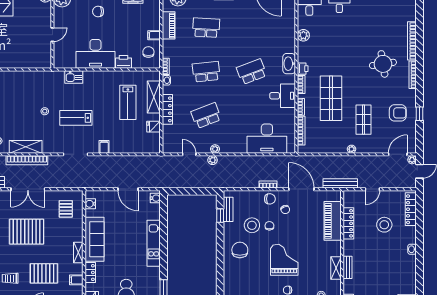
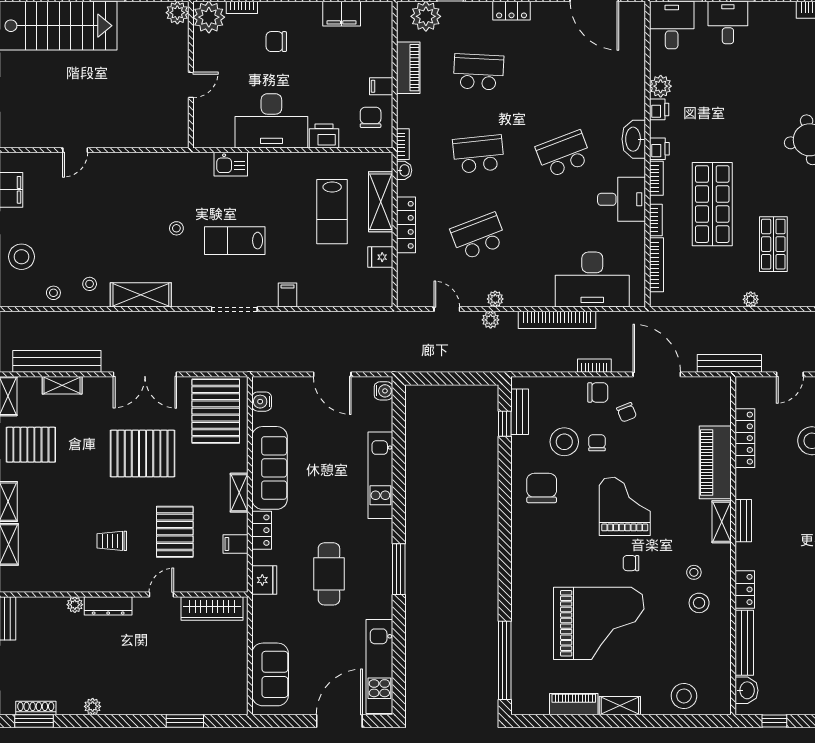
printer: (303, 48) -> (659, 109), added
bookcase: (27, 160) -> (557, 320), moved
pallet: (66, 209) -> (216, 411), width x2.05, depth x2.00
piano: (333, 221) -> (715, 462), moved
pallet: (44, 273) -> (175, 532), turned 90

